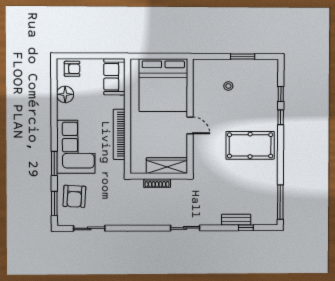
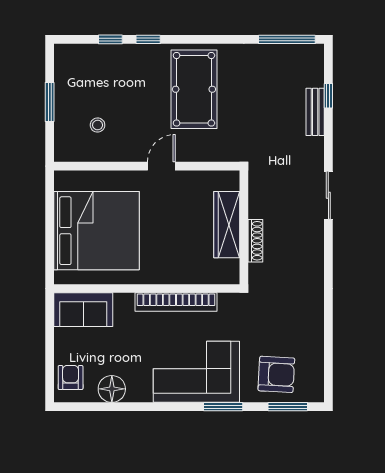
wall: (190, 116) -> (147, 166), moved
door: (190, 125) -> (161, 166), moved
sliding door: (89, 228) -> (328, 351), removed

